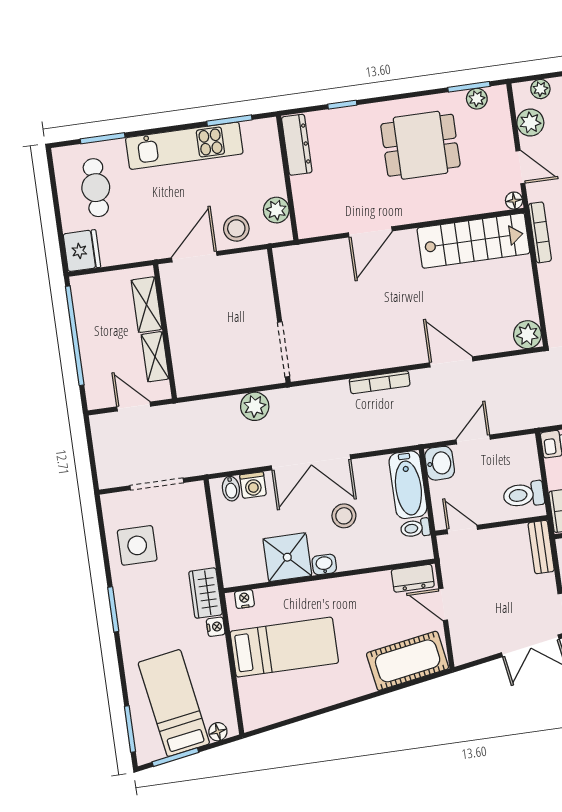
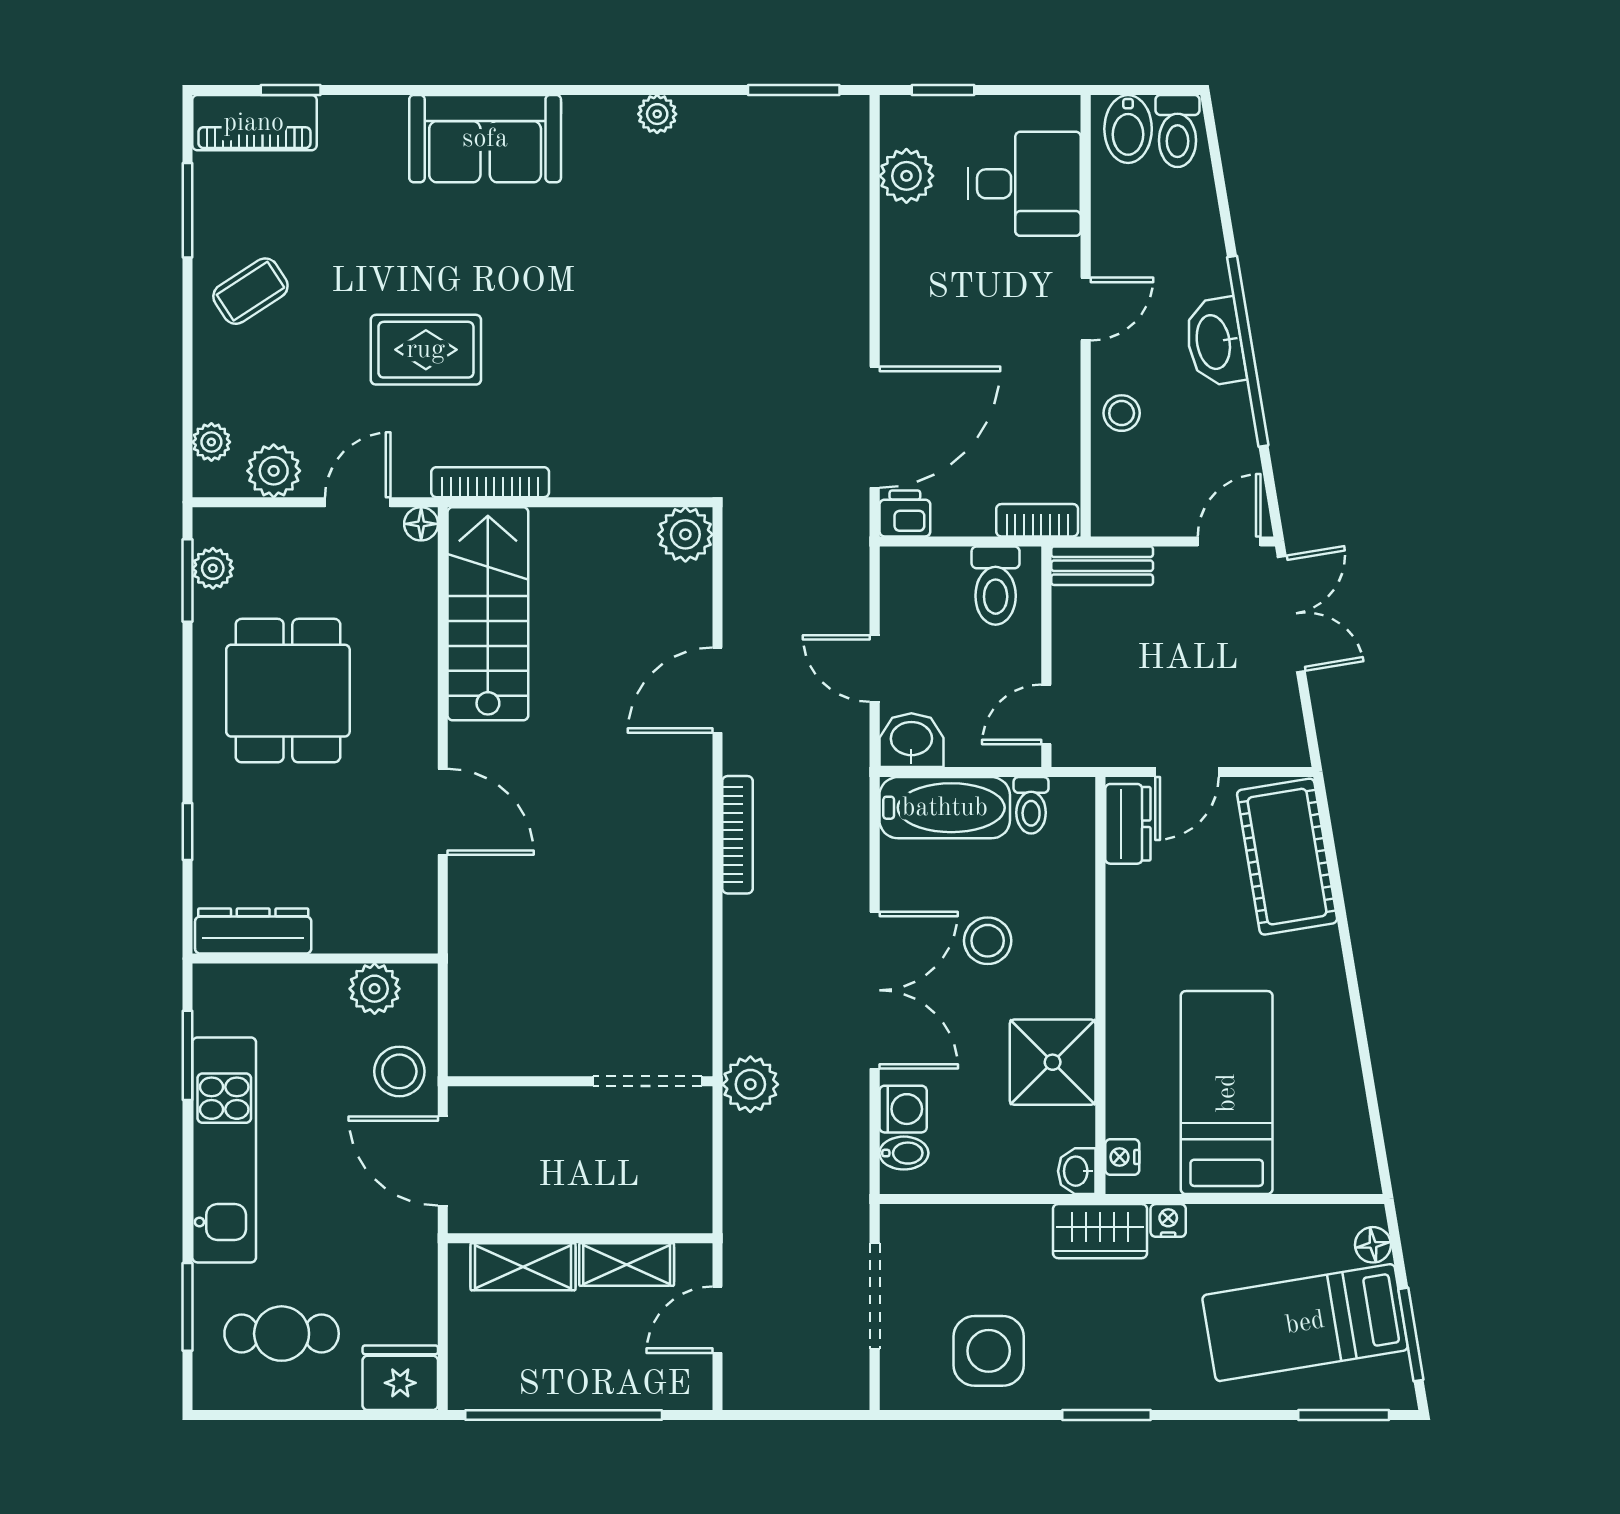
wall: (279, 315) -> (580, 1081), moved
doorway: (284, 349) -> (648, 1081), moved
washbasin: (324, 564) -> (1077, 1171), moved

